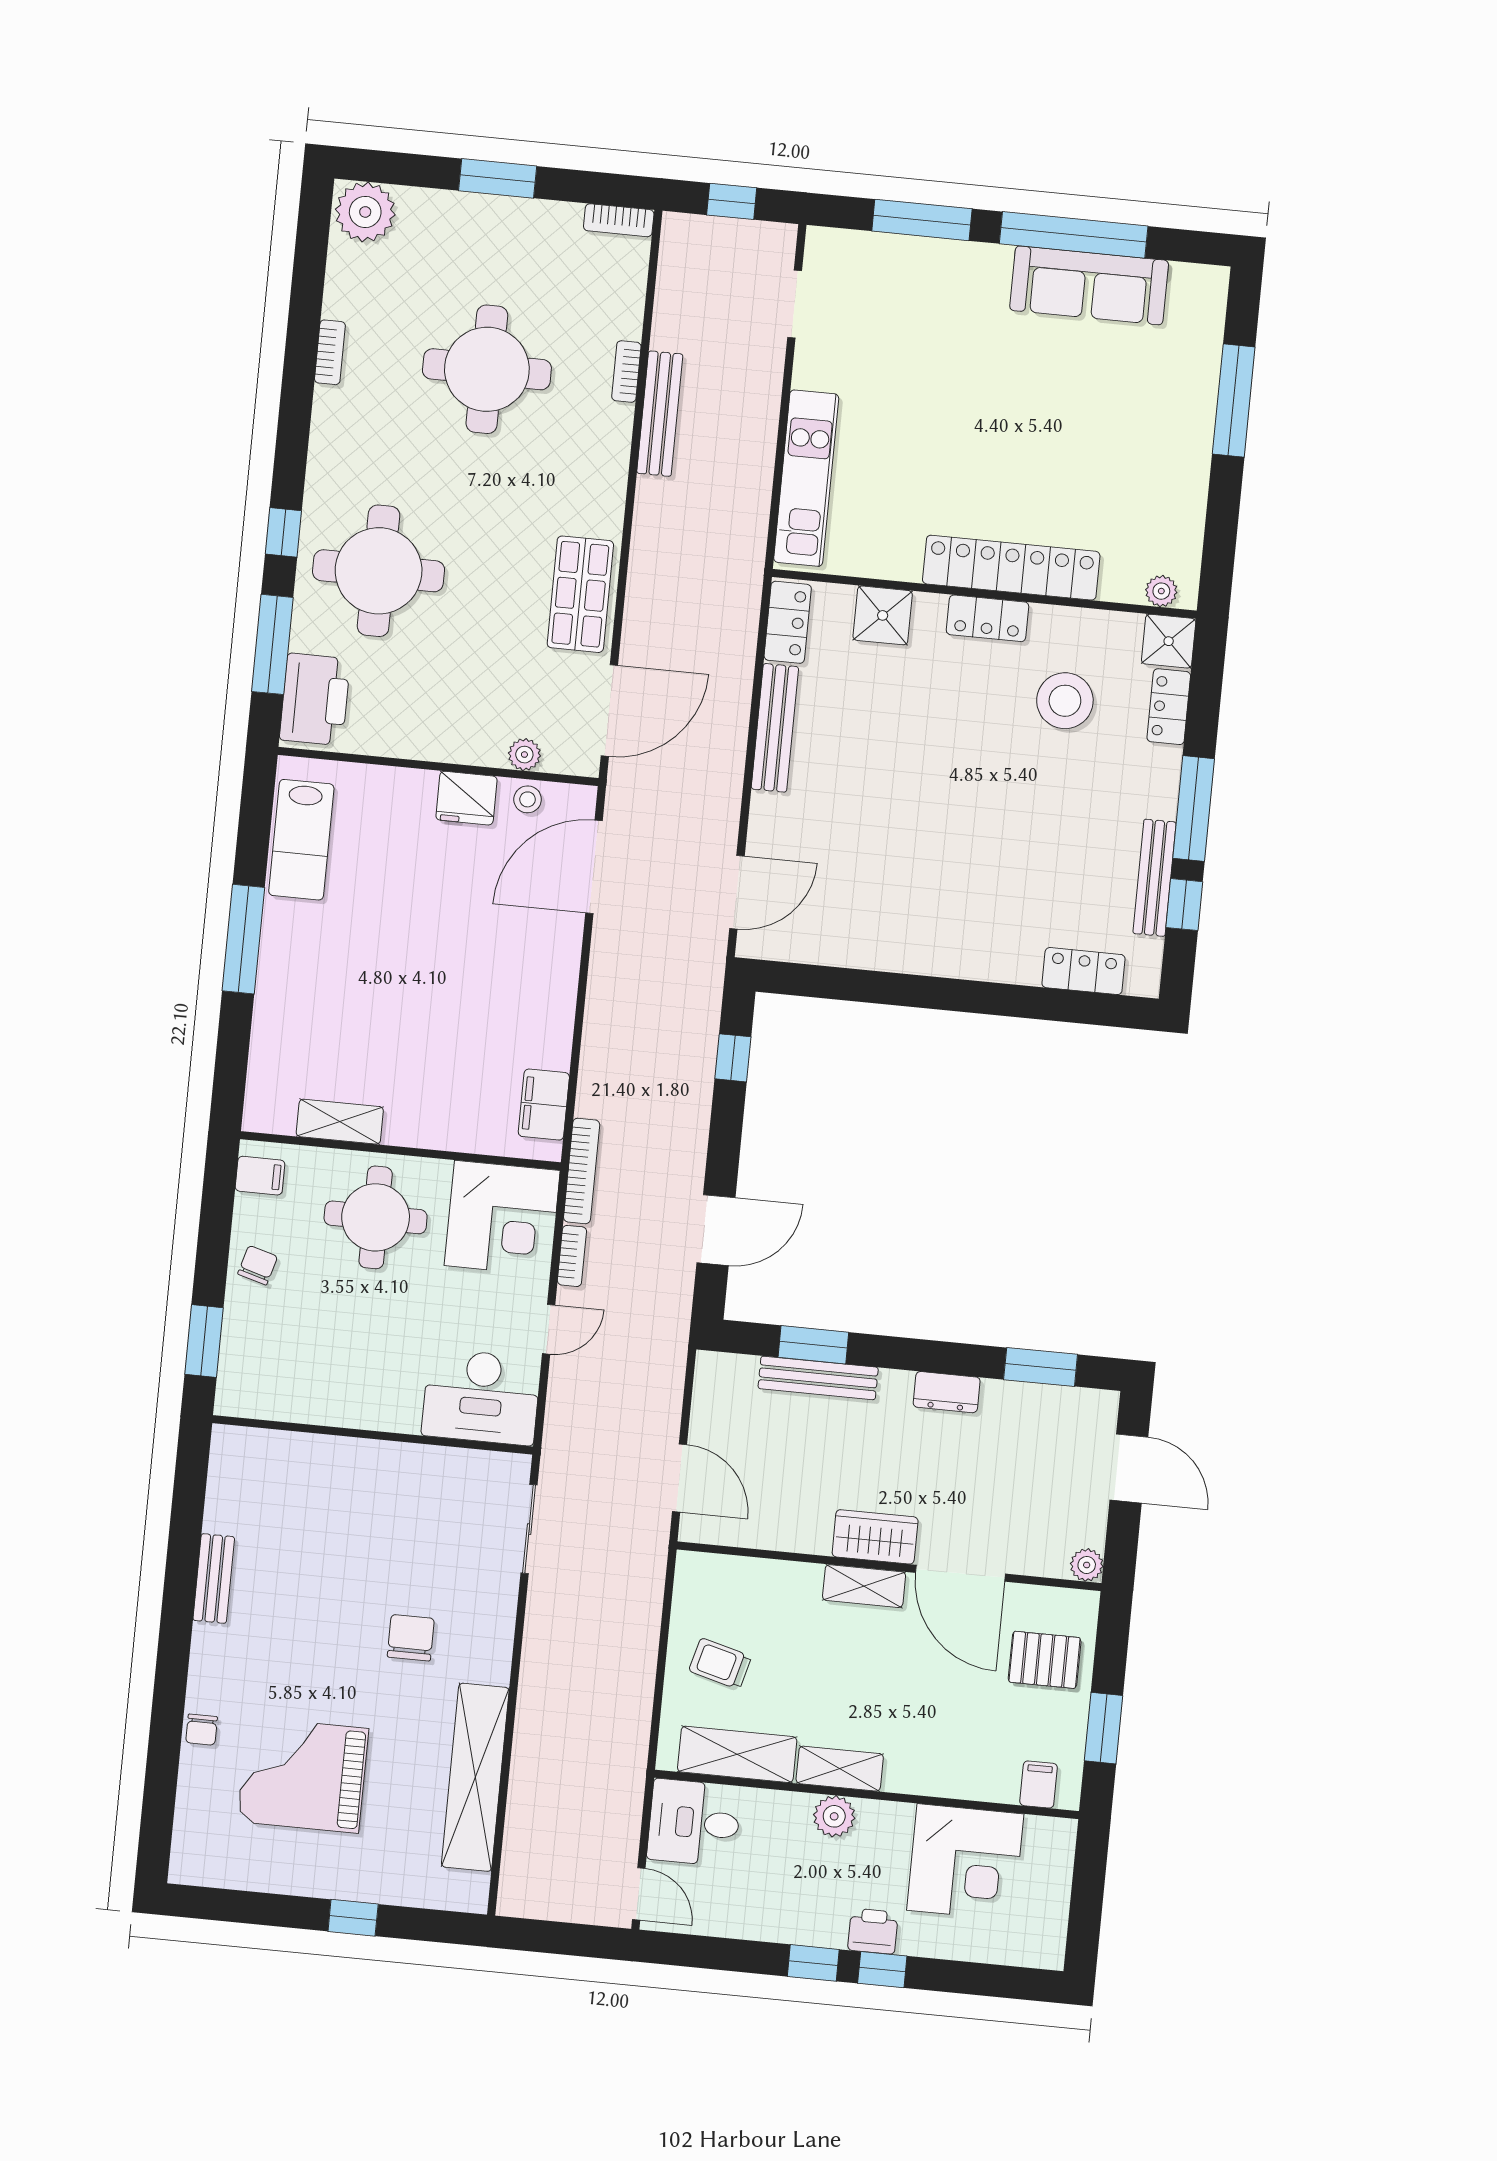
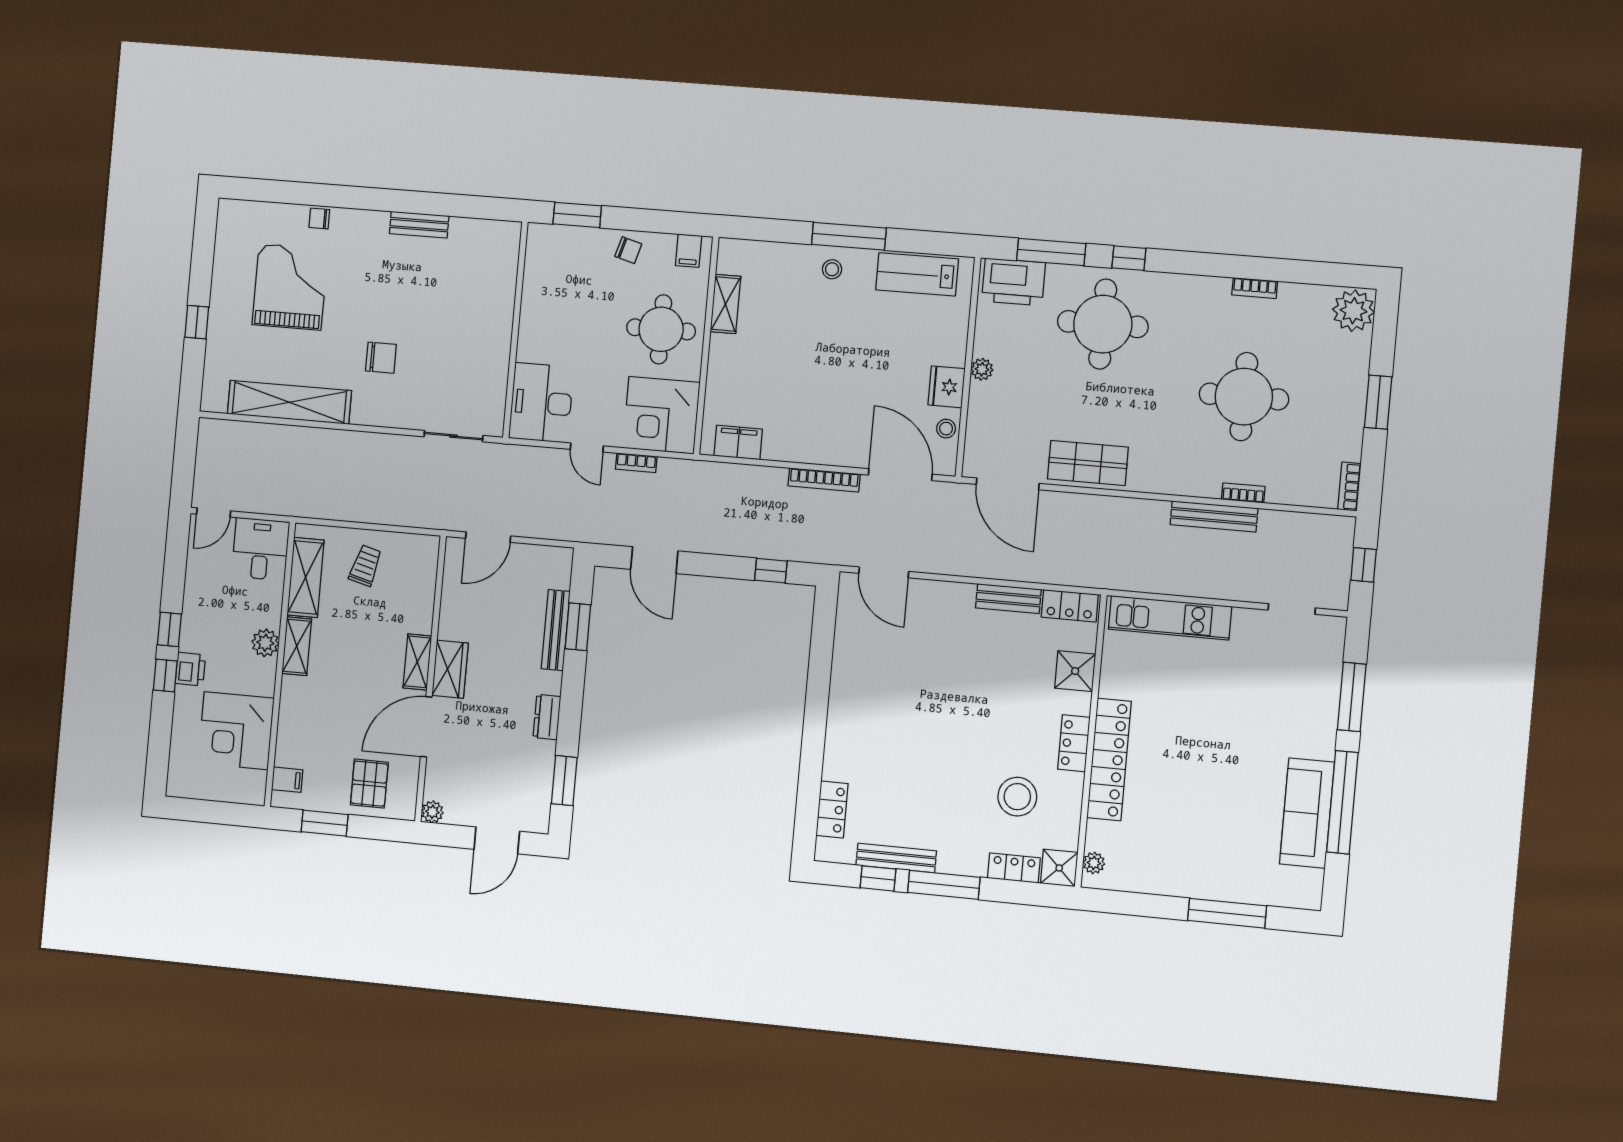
bench: (775, 728) -> (1008, 599), width x0.73
plant: (524, 755) -> (982, 369), moved
stool: (291, 964) -> (832, 269), added
bookcase: (582, 1171) -> (824, 480), moved

